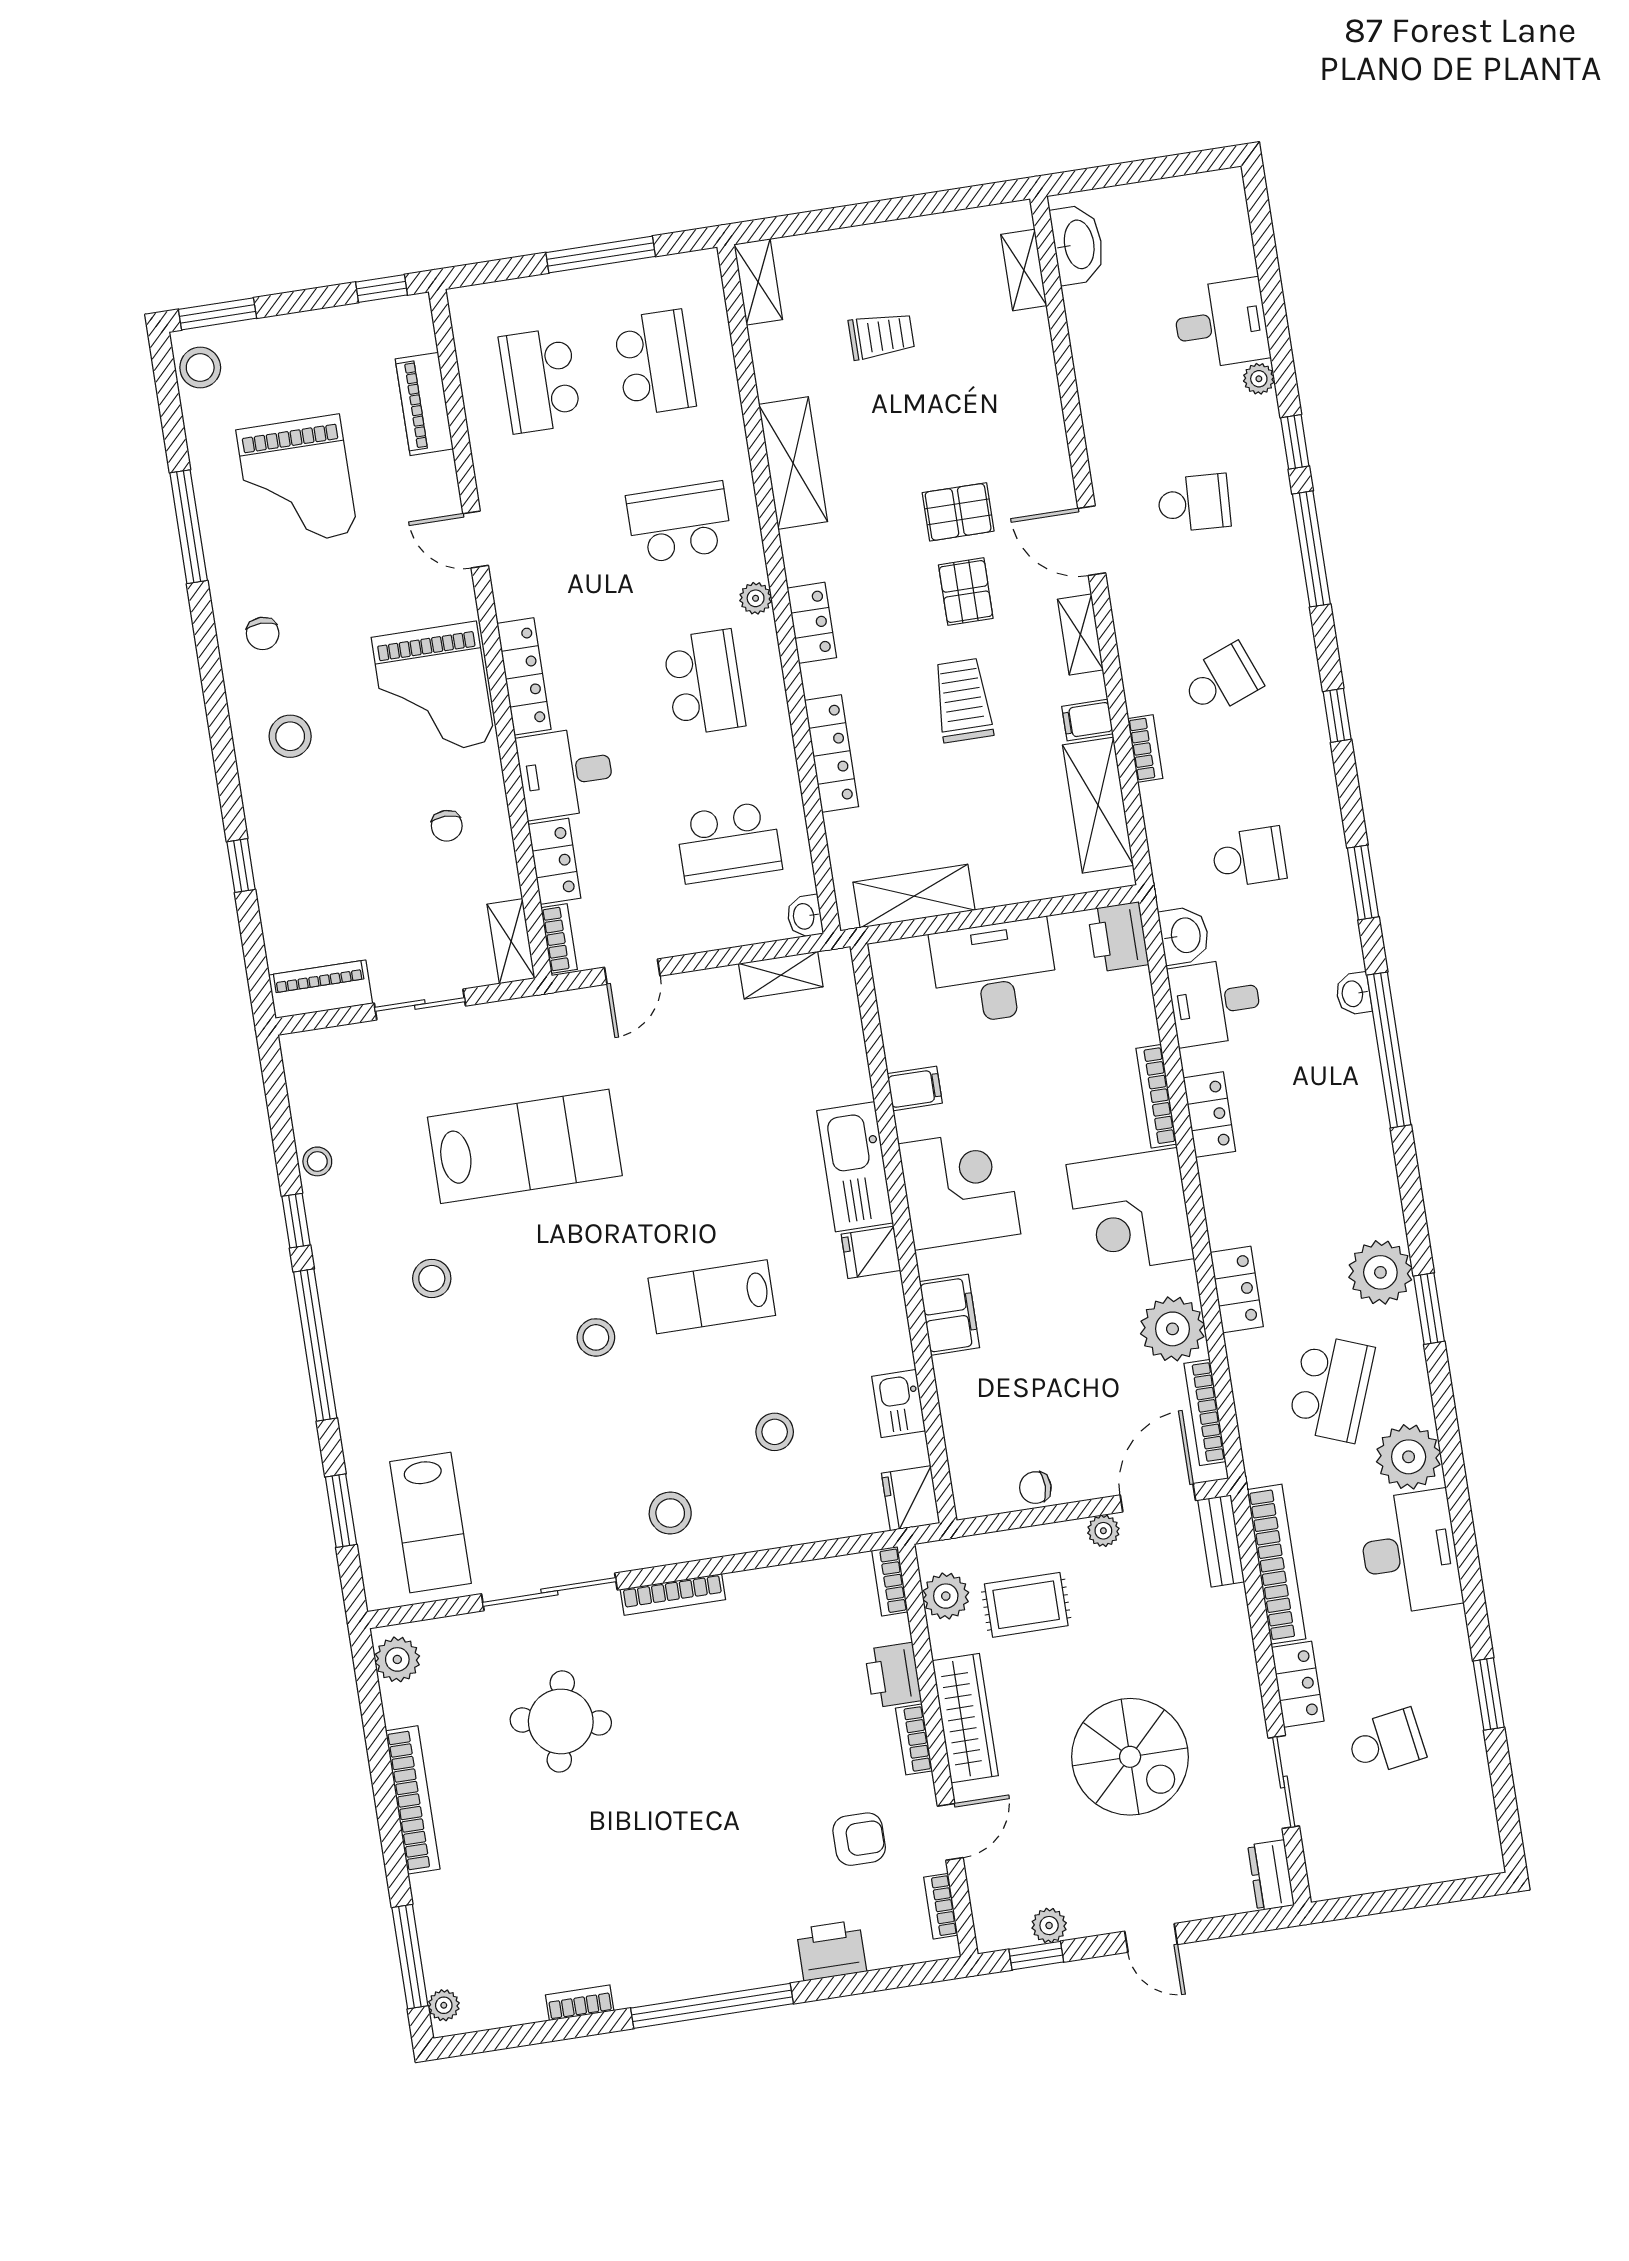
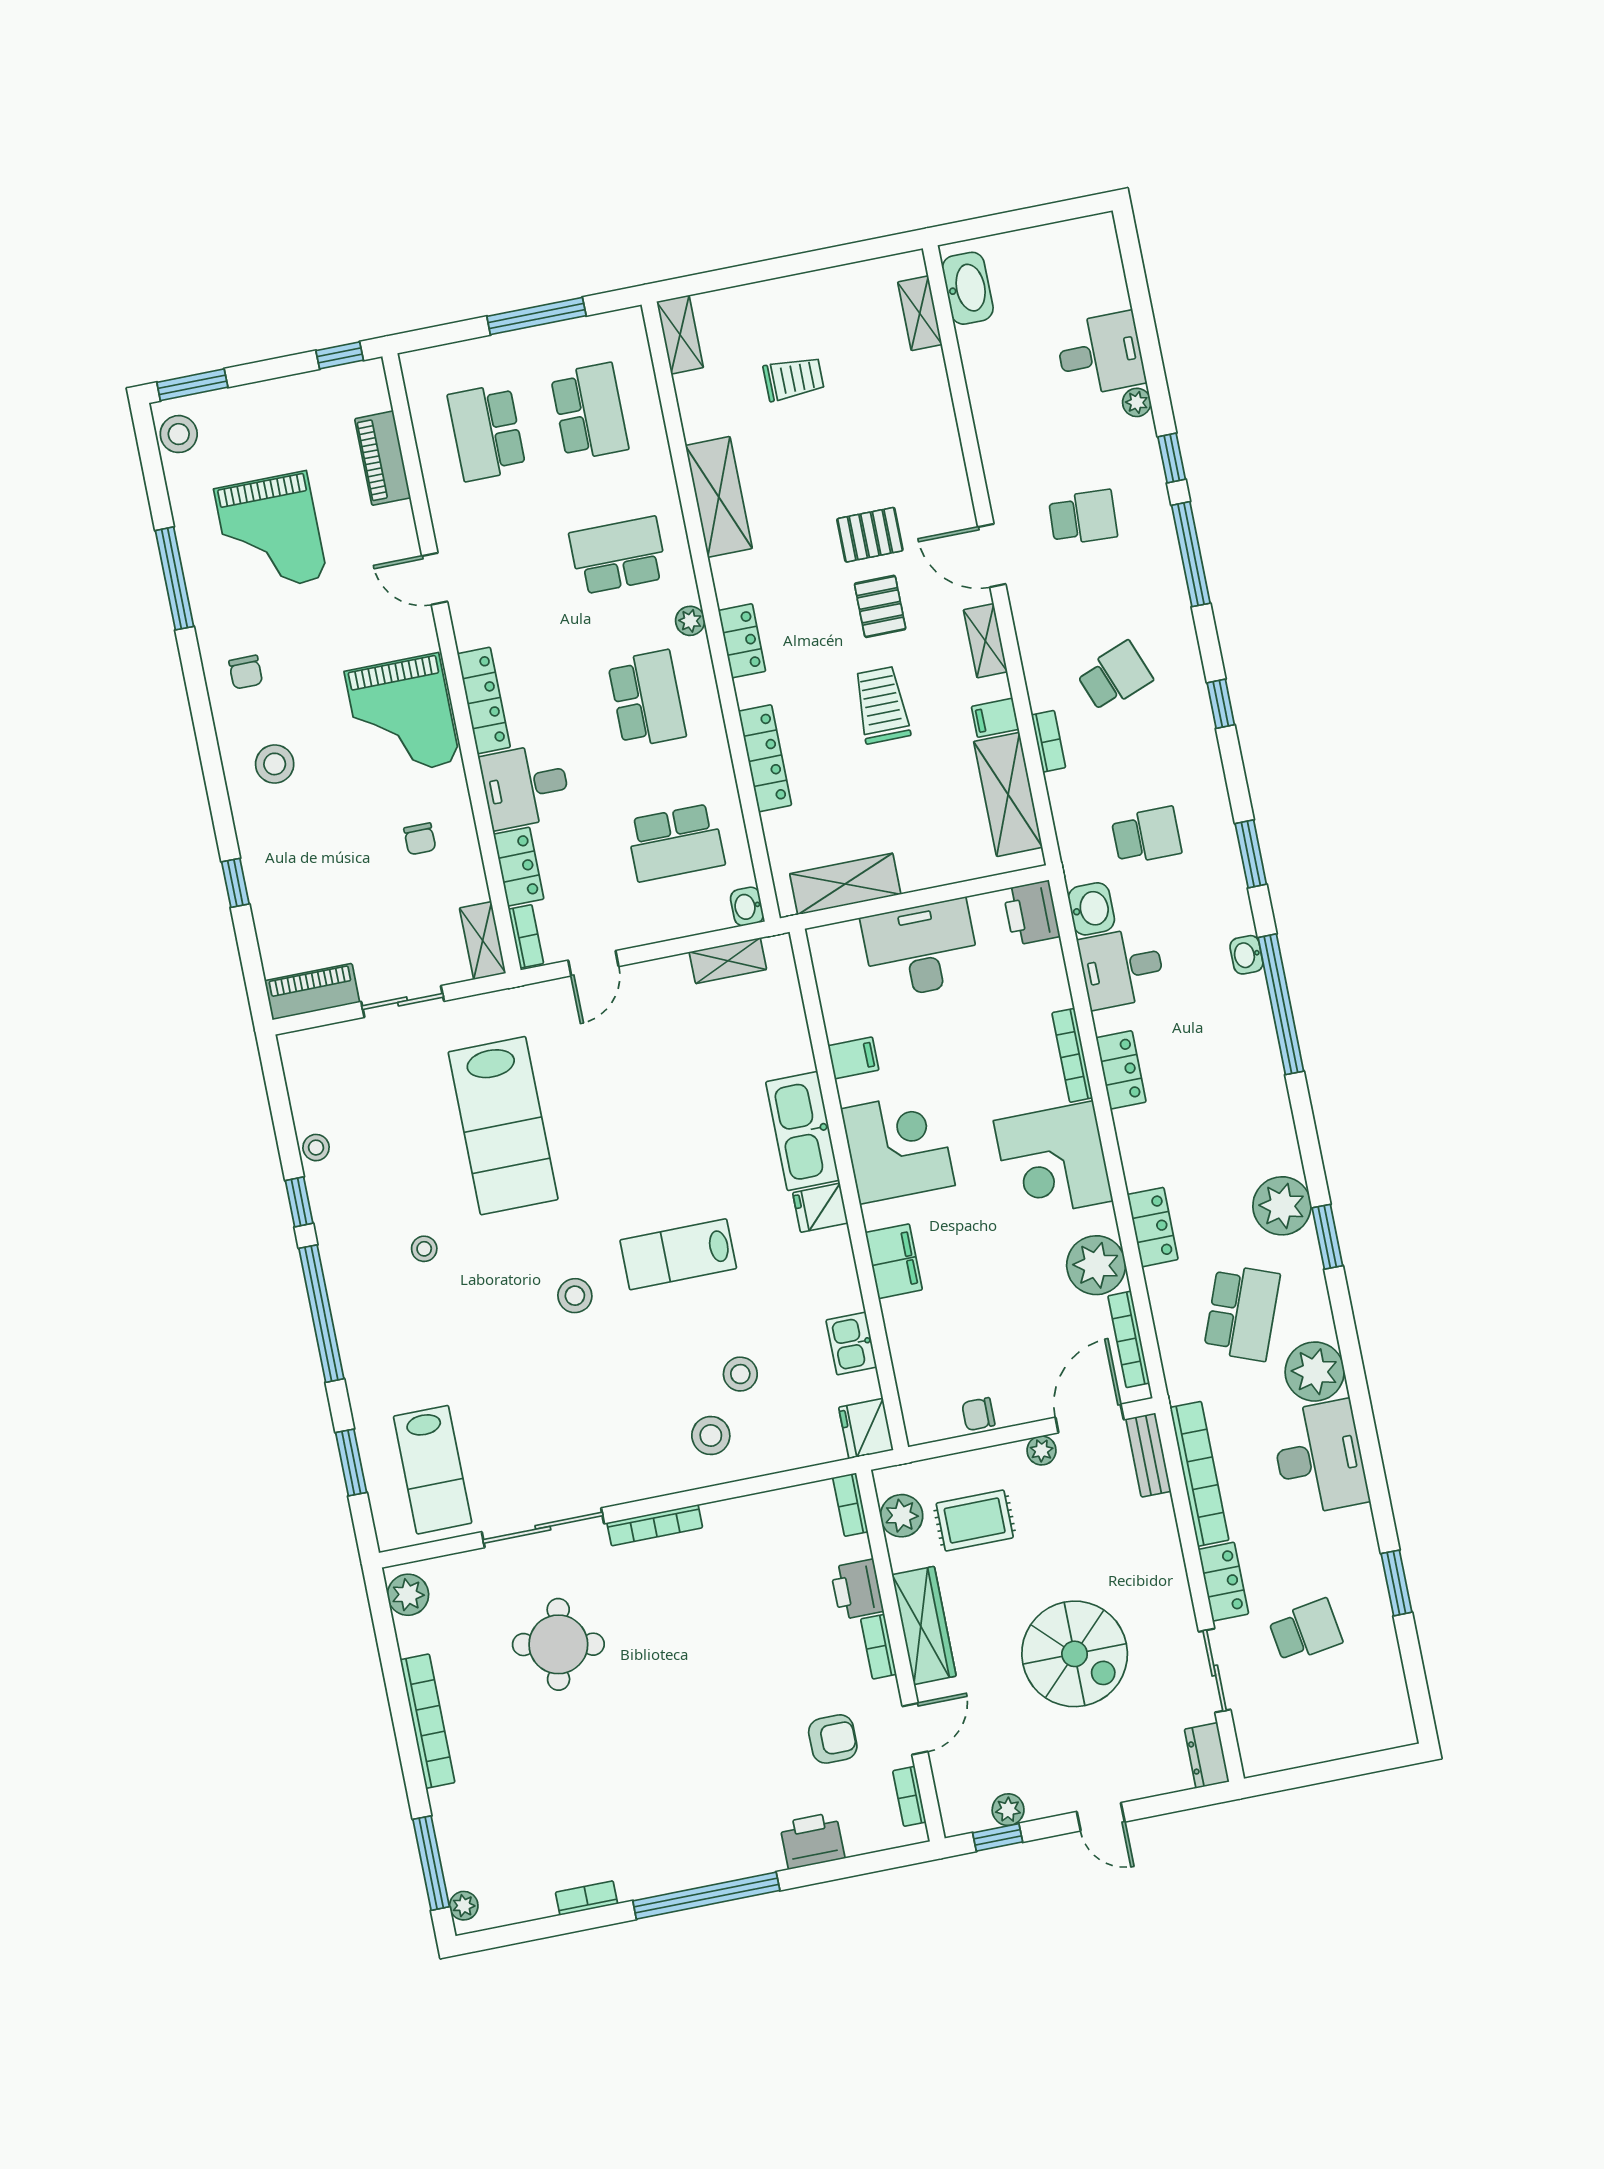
lab bench: (525, 1146) -> (503, 1126), turned 90
stool: (432, 1278) -> (424, 1249), width x0.73, depth x0.73
stool: (670, 1513) -> (711, 1436), moved

